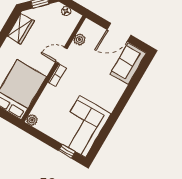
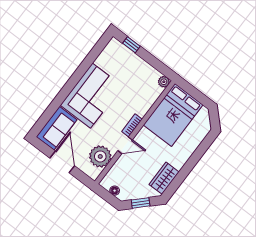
door: (119, 32) -> (62, 162), hinge flipped
plant: (79, 39) -> (100, 156), width x1.87, depth x1.87
corner sofa: (83, 126) -> (91, 96), moved

